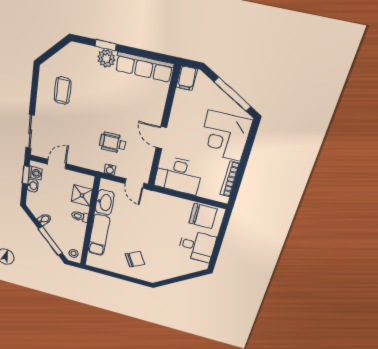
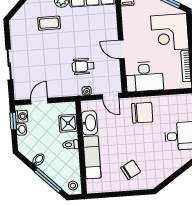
coffee table: (63, 90) -> (49, 23), moved, turned 90
sliding door: (30, 132) -> (9, 65), moved
chair: (203, 216) -> (142, 113), moved

